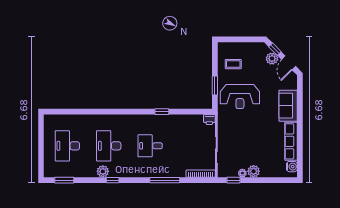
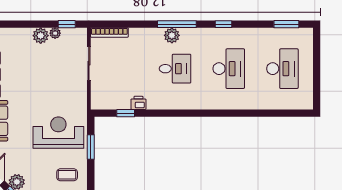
window: (162, 112) -> (126, 113), moved
printer: (209, 119) -> (138, 103), moved
plant: (103, 171) -> (172, 35), moved
window: (165, 180) -> (177, 24), moved

